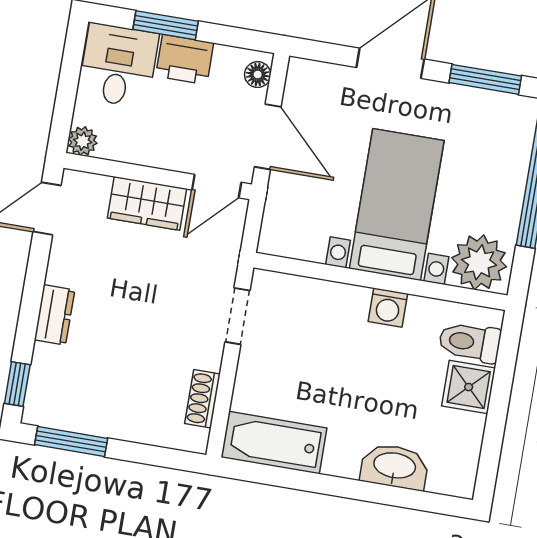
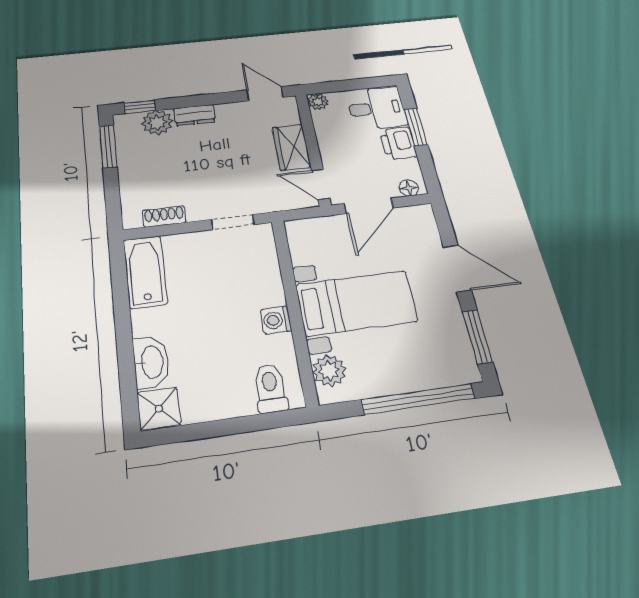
plant: (479, 262) -> (329, 371), width x0.73, depth x0.73
plant: (51, 368) -> (157, 122), added
shower: (469, 387) -> (159, 409), moved

